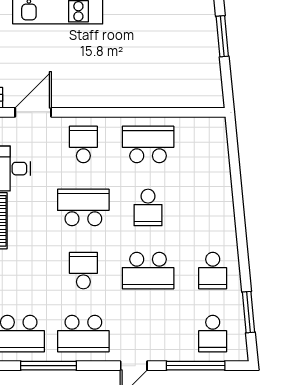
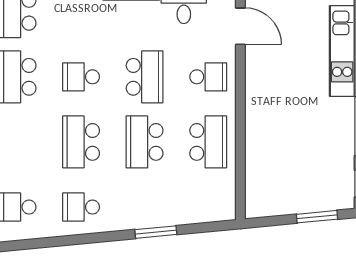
school desk: (148, 207) -> (145, 142), width x1.85
school desk: (83, 271) -> (81, 77), turned 180
window: (249, 312) -> (156, 232), moved

